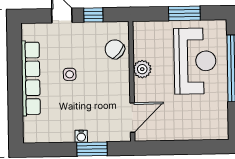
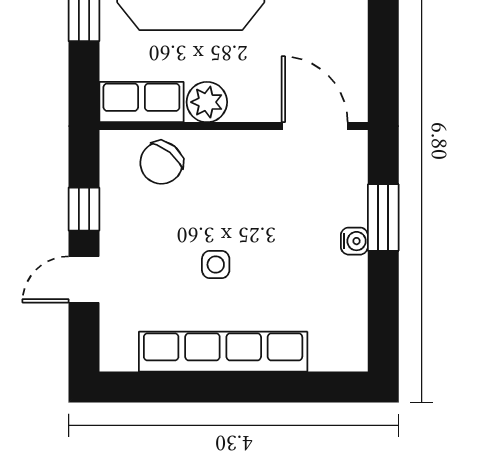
row of seats: (142, 40) -> (141, 102), added

